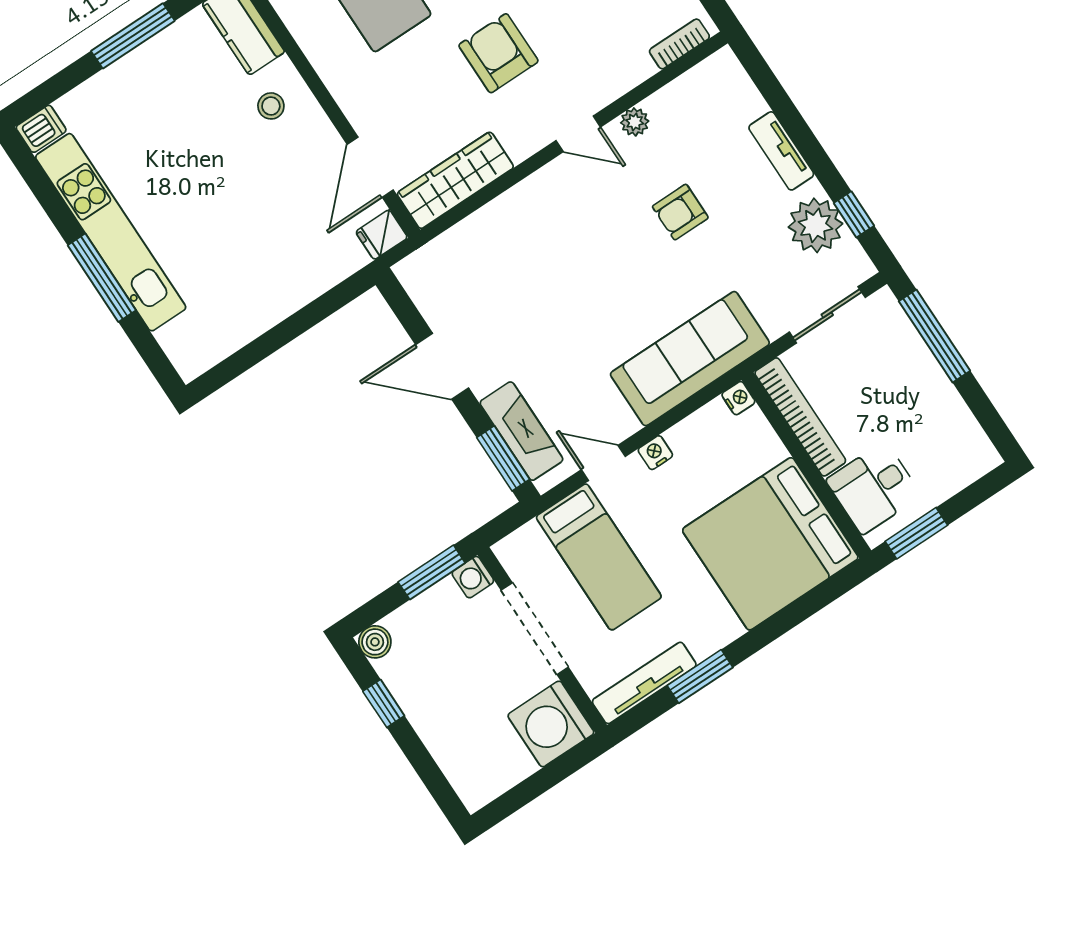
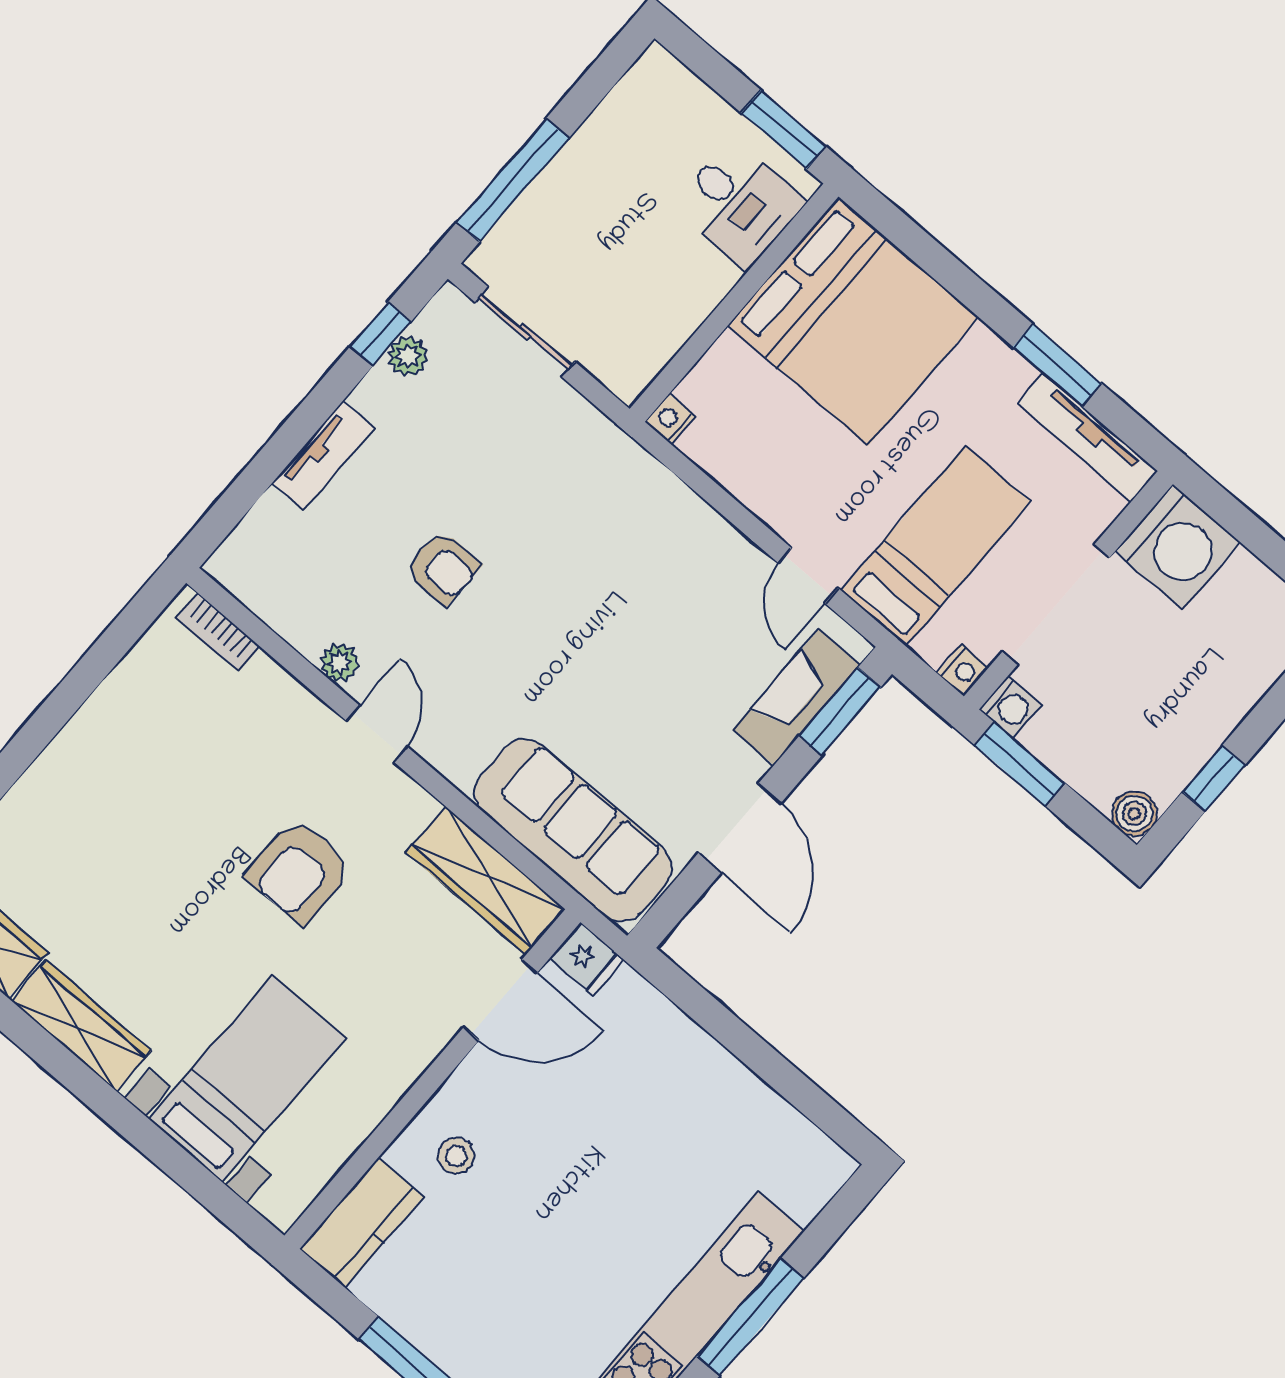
plant: (816, 225) -> (408, 356), width x0.53, depth x0.53
sofa: (690, 359) -> (573, 830), moved, turned 180
bookcase: (800, 417) -> (672, 329), removed
nightstand: (655, 453) -> (963, 670), moved, turned -90

